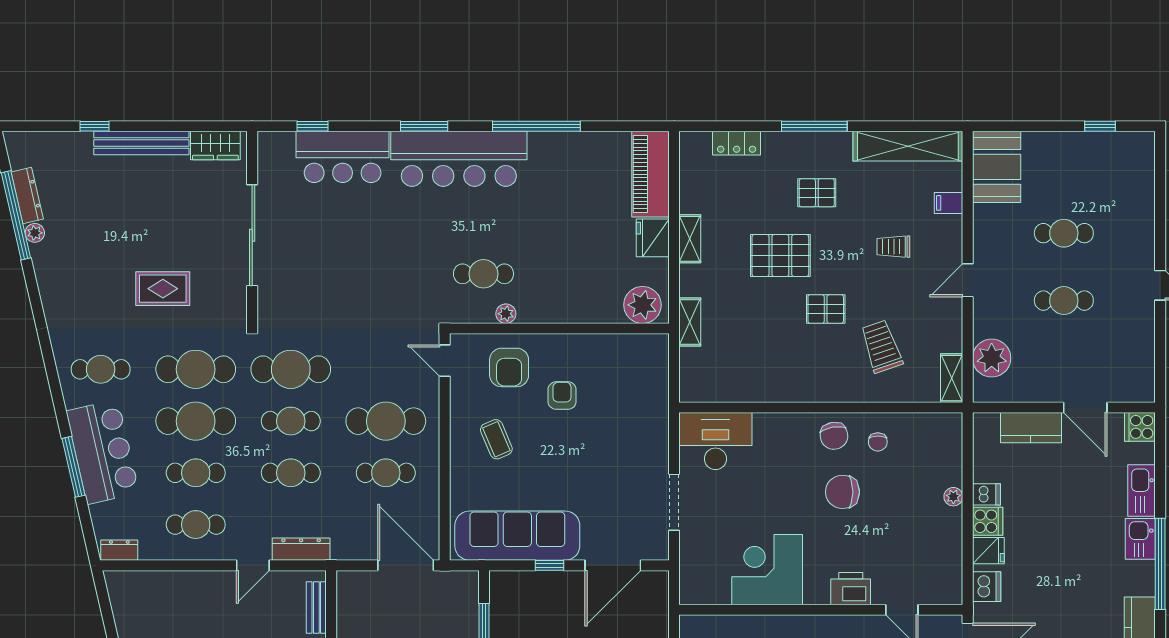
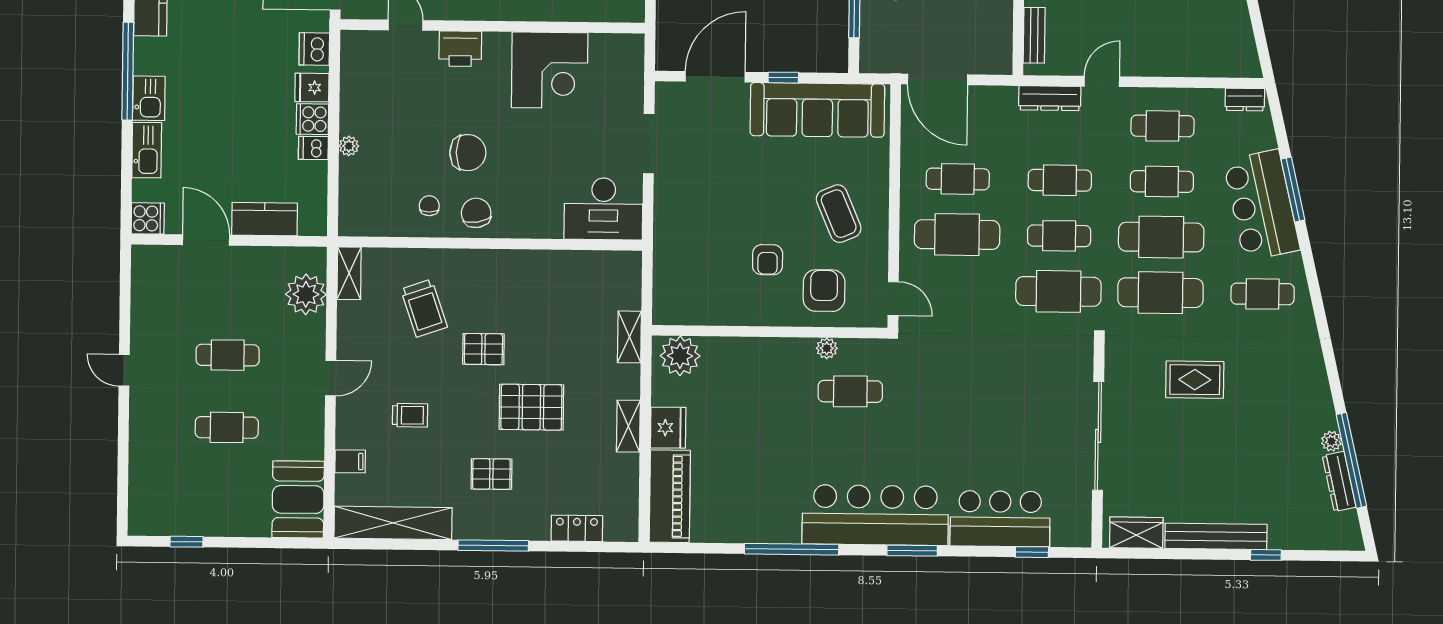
coffee table: (496, 439) -> (839, 214), width x1.36, depth x1.30

